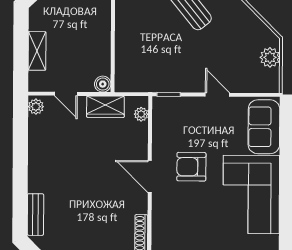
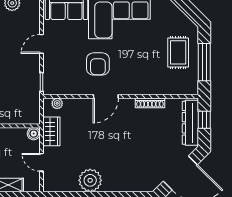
door: (66, 94) -> (41, 162), swing flipped
plant: (36, 107) -> (90, 180), moved, width x1.88, depth x1.88
bench: (35, 215) -> (136, 186), removed

